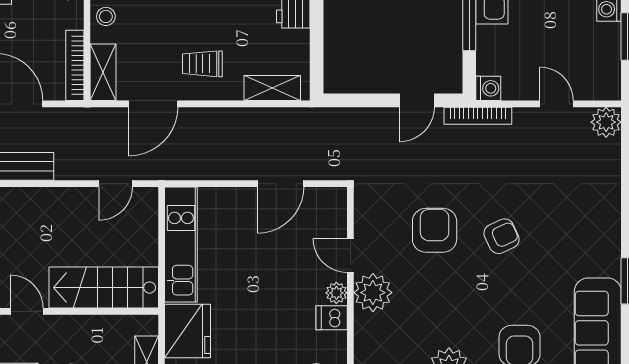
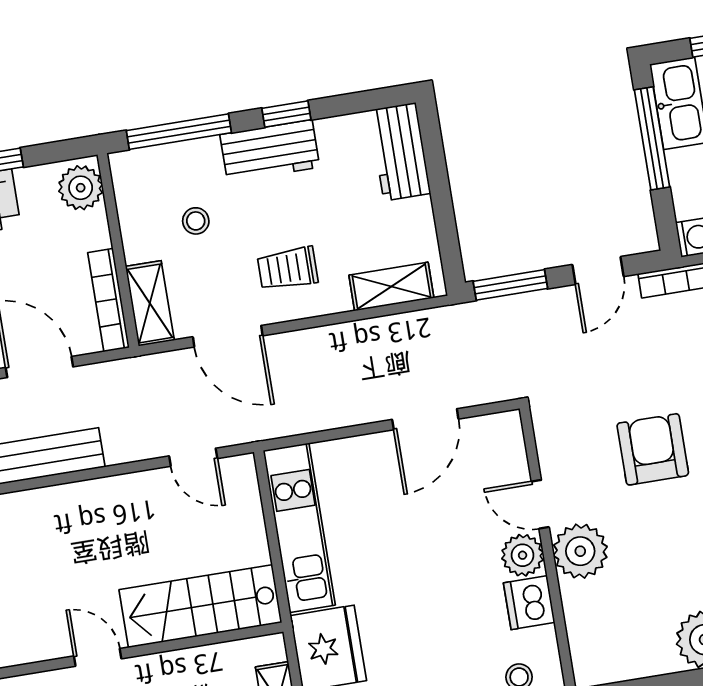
stool: (106, 16) -> (196, 221), moved
window: (355, 100) -> (510, 285), added
door: (153, 104) -> (228, 336), hinge flipped
door: (116, 184) -> (193, 457), hinge flipped
plant: (336, 293) -> (523, 555), width x1.38, depth x1.38
dishwasher: (332, 318) -> (529, 603), width x1.38

